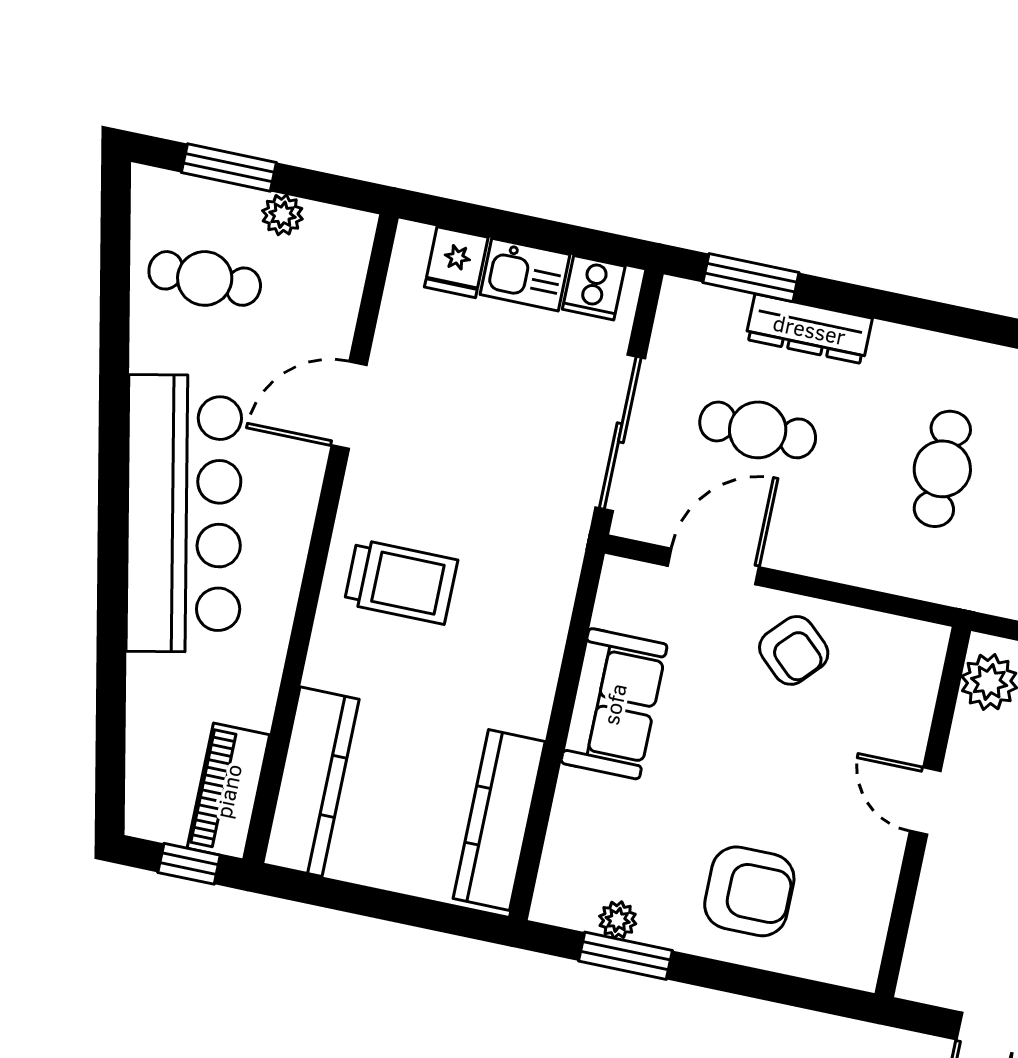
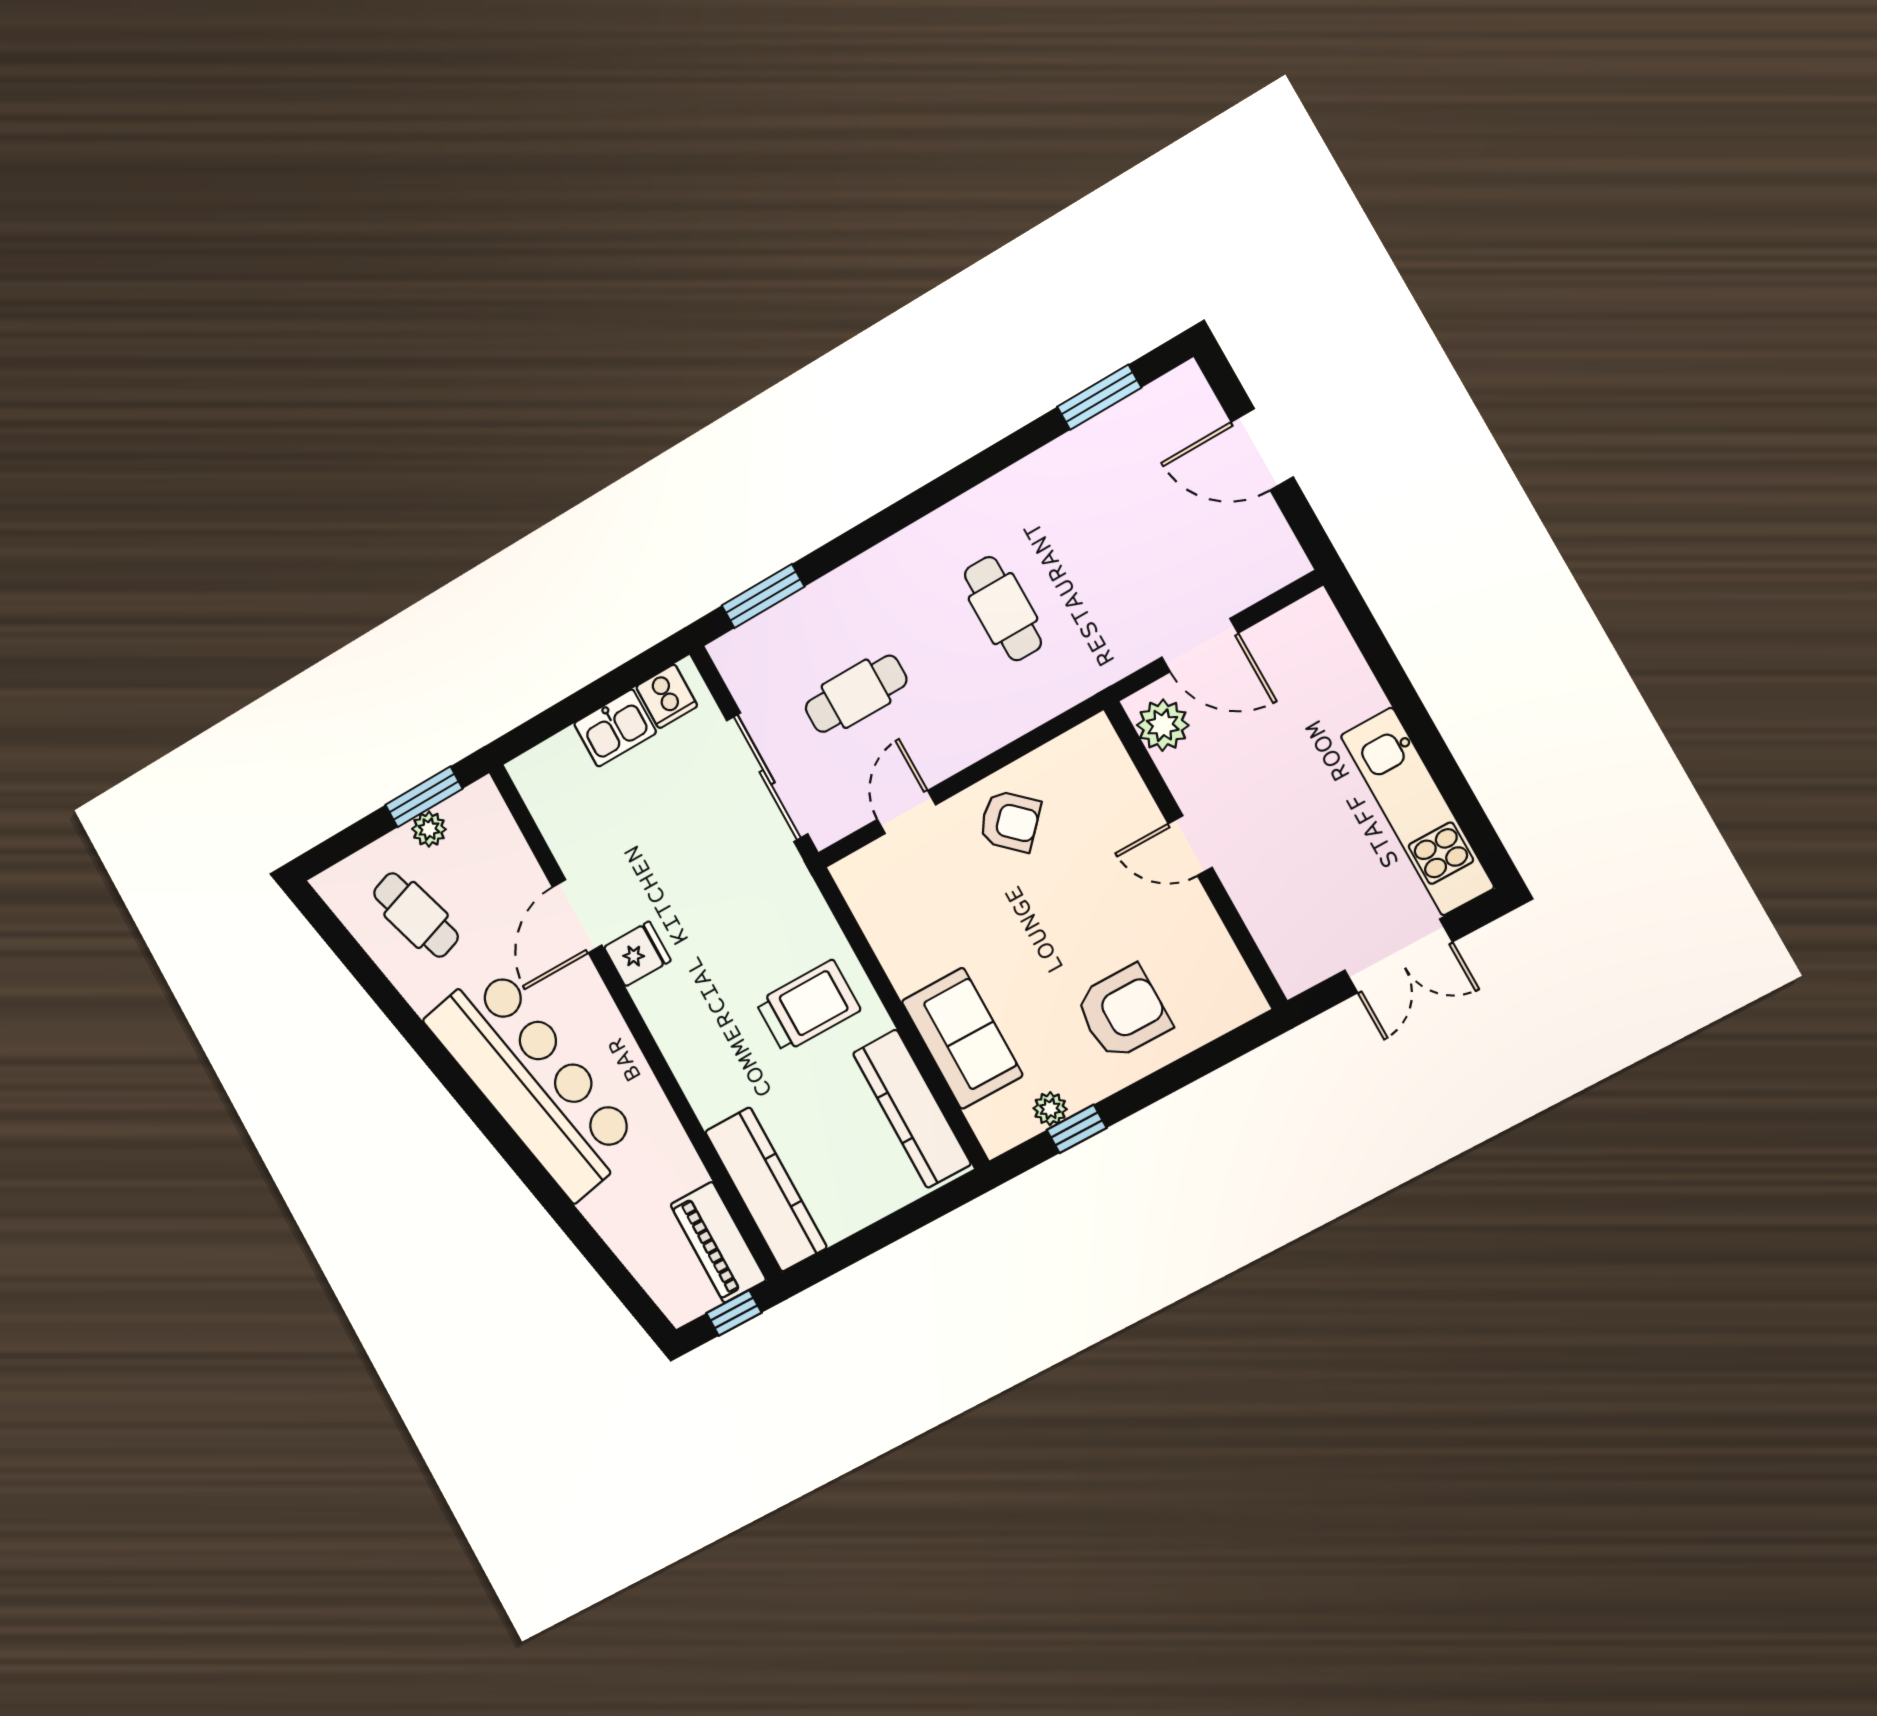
window: (229, 168) -> (424, 797), moved
fridge: (456, 262) -> (637, 954), moved, turned -90
cafe table: (205, 278) -> (416, 915), turned 72
dresser: (809, 329) -> (831, 595), removed
door: (713, 567) -> (906, 812), width x0.73
trolley: (401, 582) -> (808, 1006), moved
sofa: (614, 704) -> (962, 1038), moved
window: (625, 956) -> (1077, 1129), width x0.67

